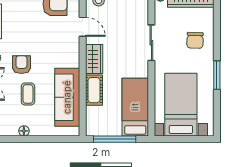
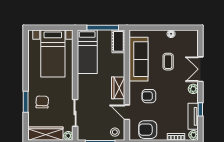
sliding door: (151, 43) -> (75, 113), moved
armchair: (21, 65) -> (149, 96), moved, turned 90
window: (217, 75) -> (26, 102), moved
cot: (94, 90) -> (118, 41), moved

